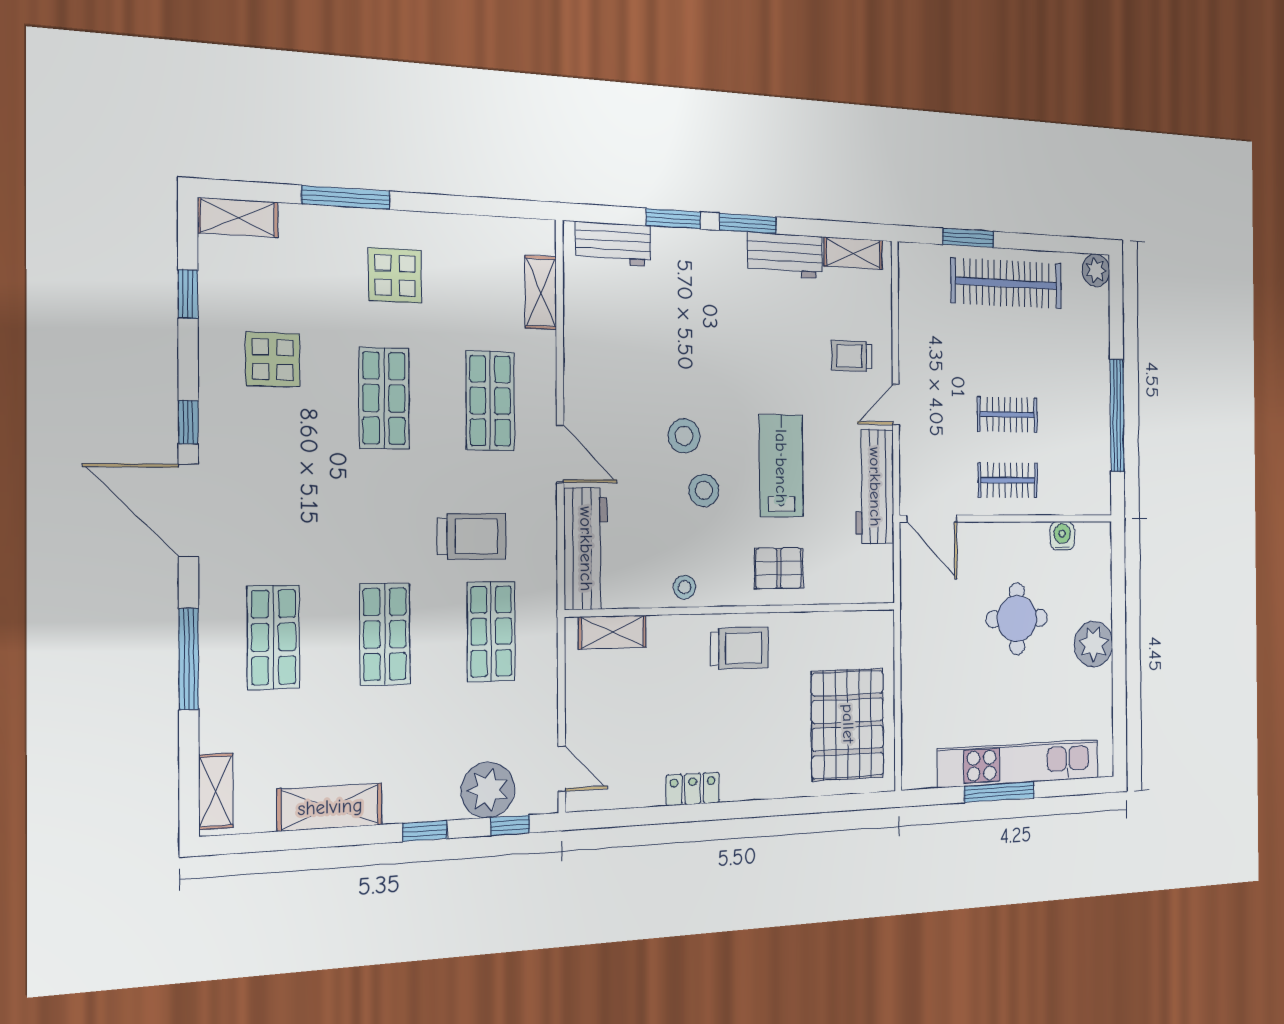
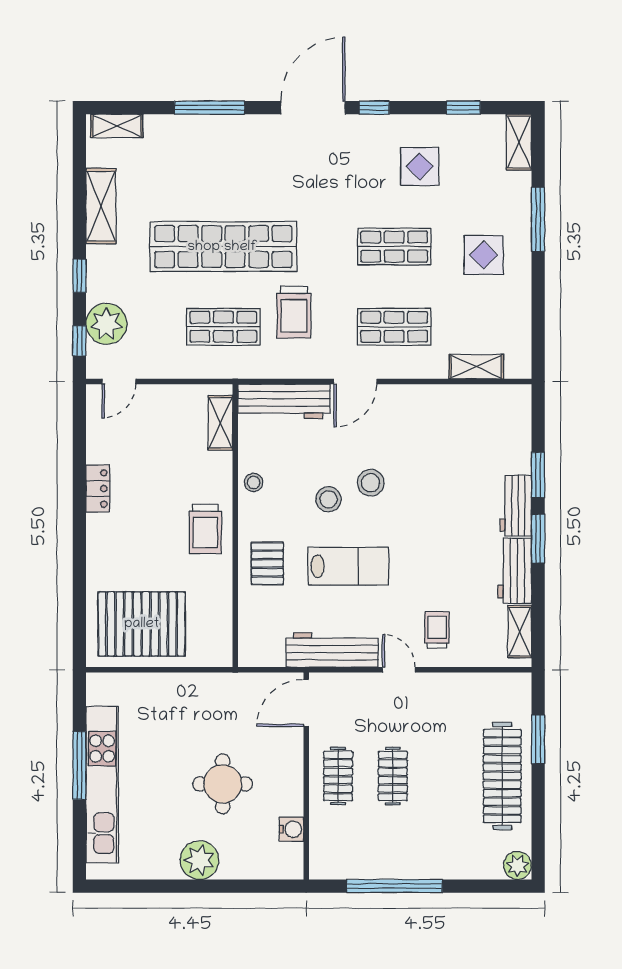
workbench: (613, 244) -> (516, 506), moved
shop shelf: (385, 634) -> (223, 247), width x2.00, depth x1.36
shop shelf: (274, 637) -> (223, 166), removed

